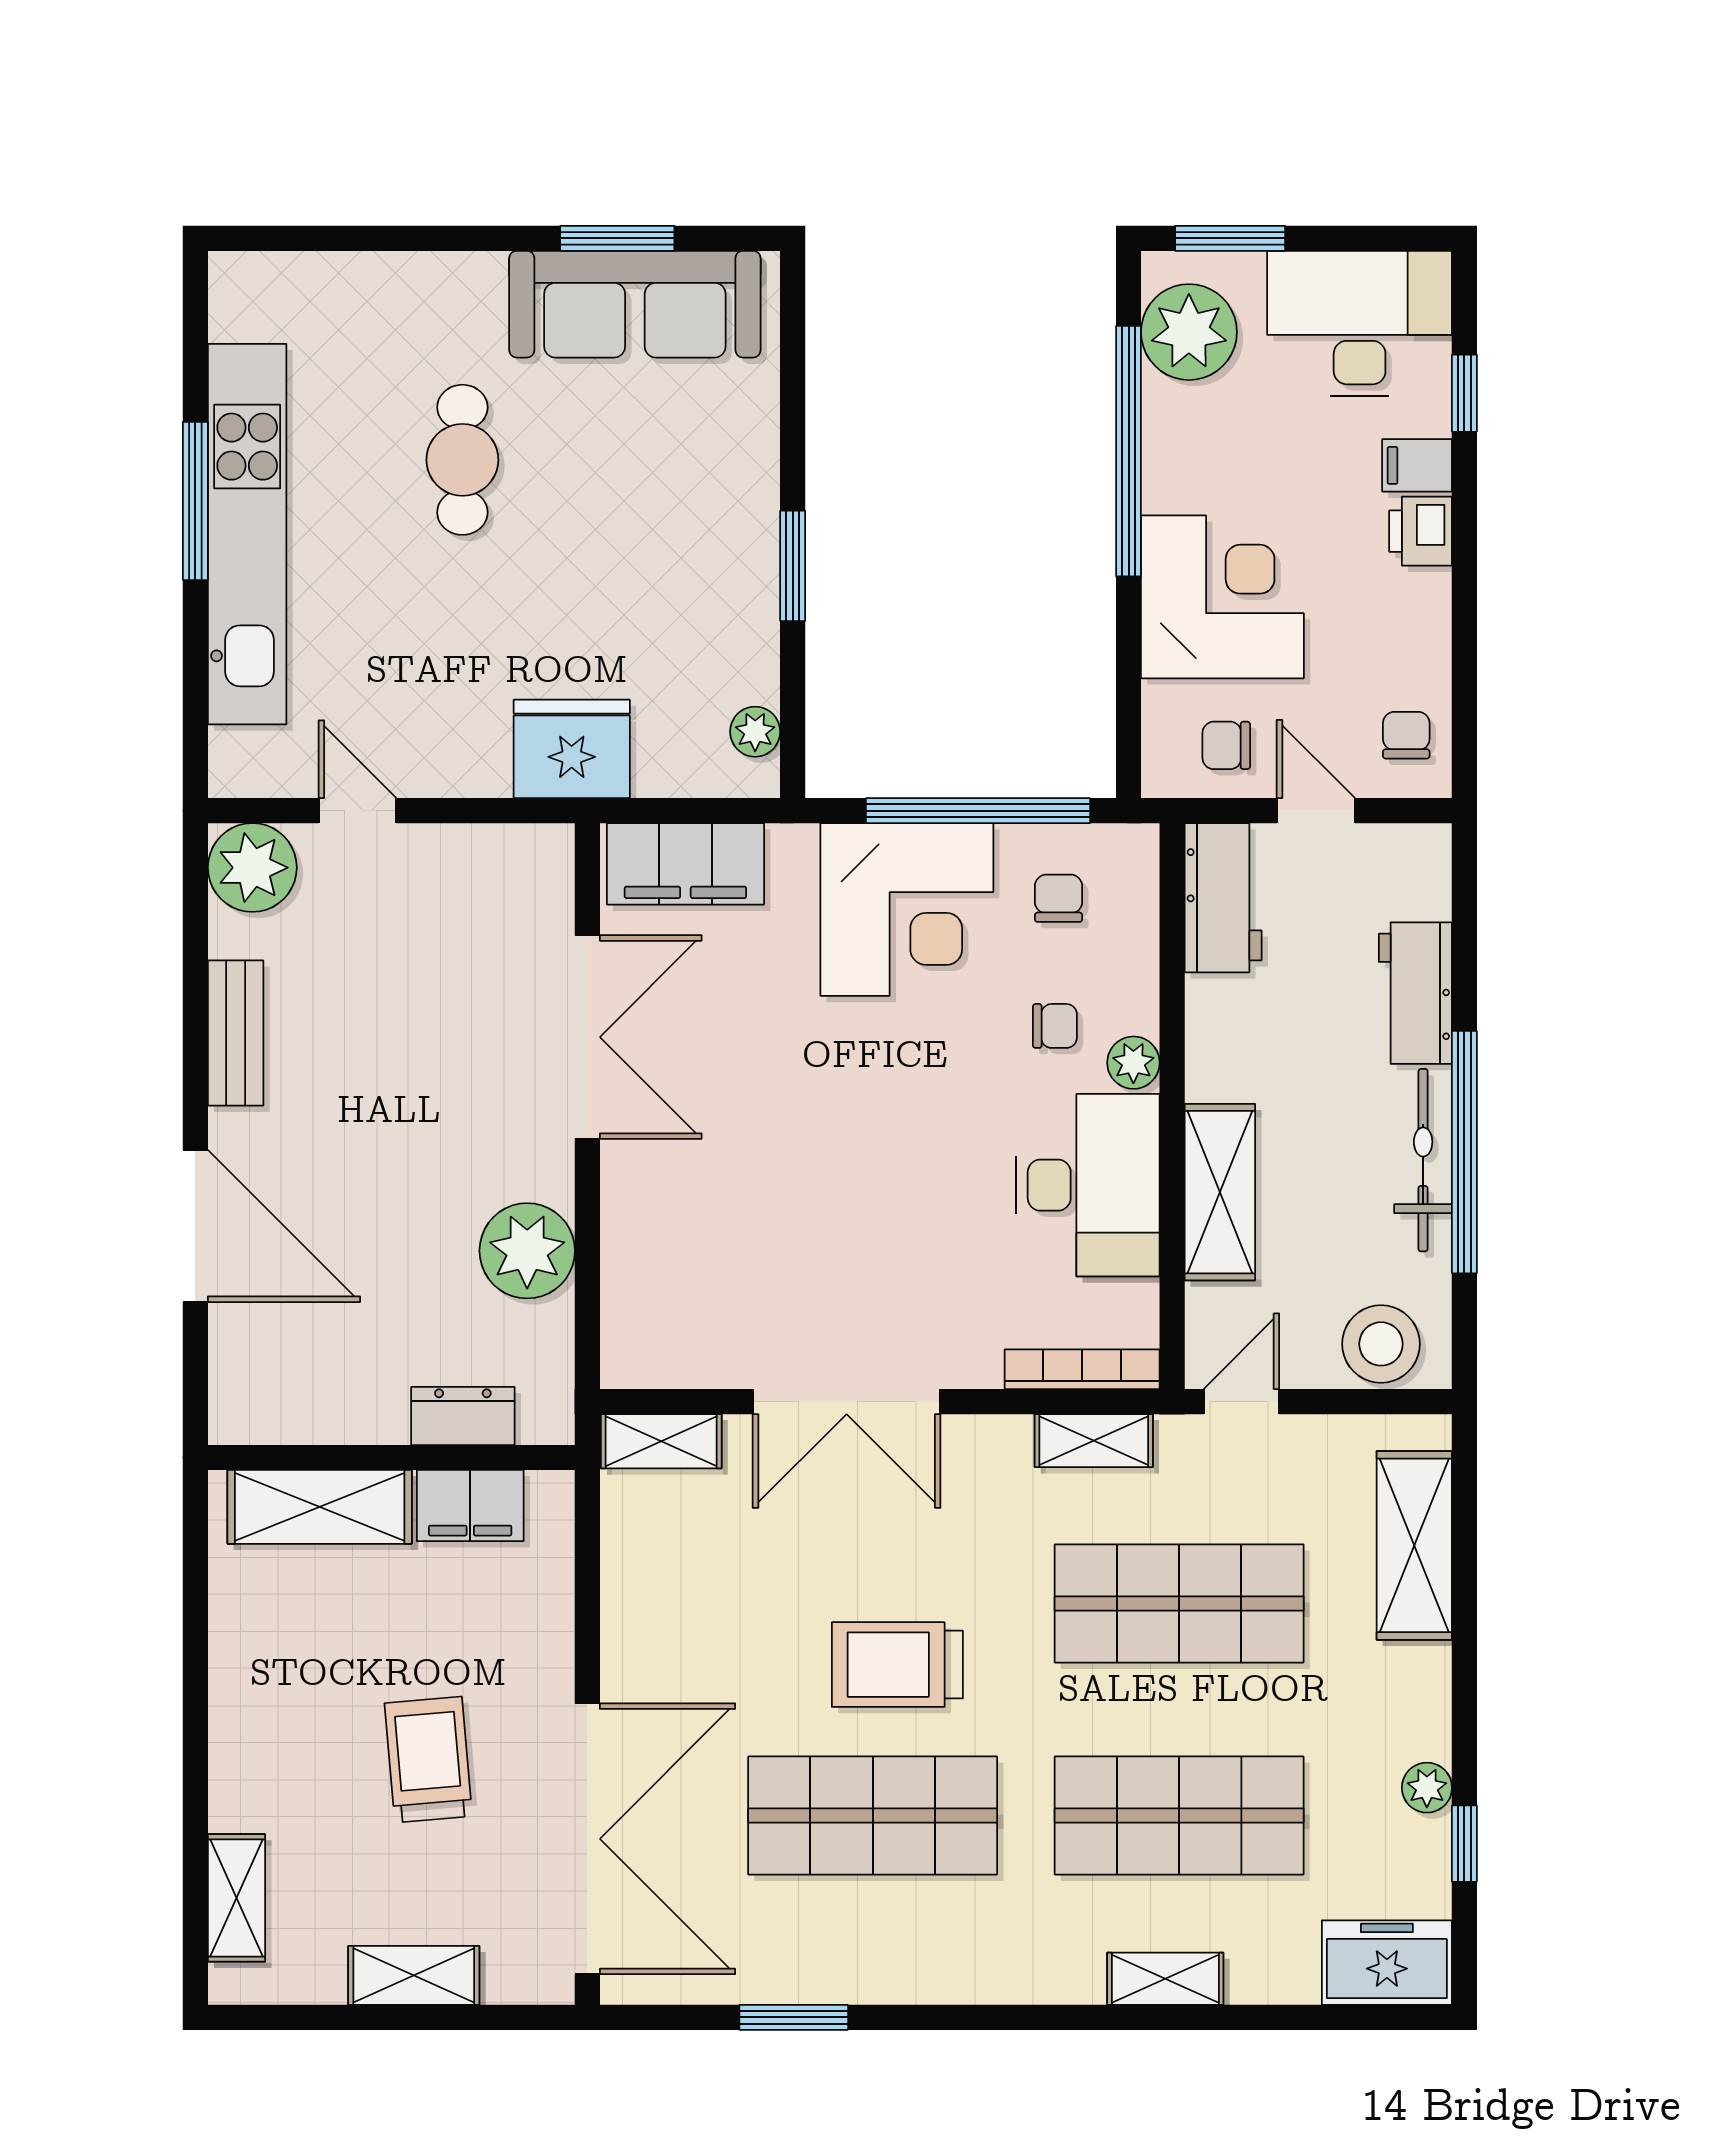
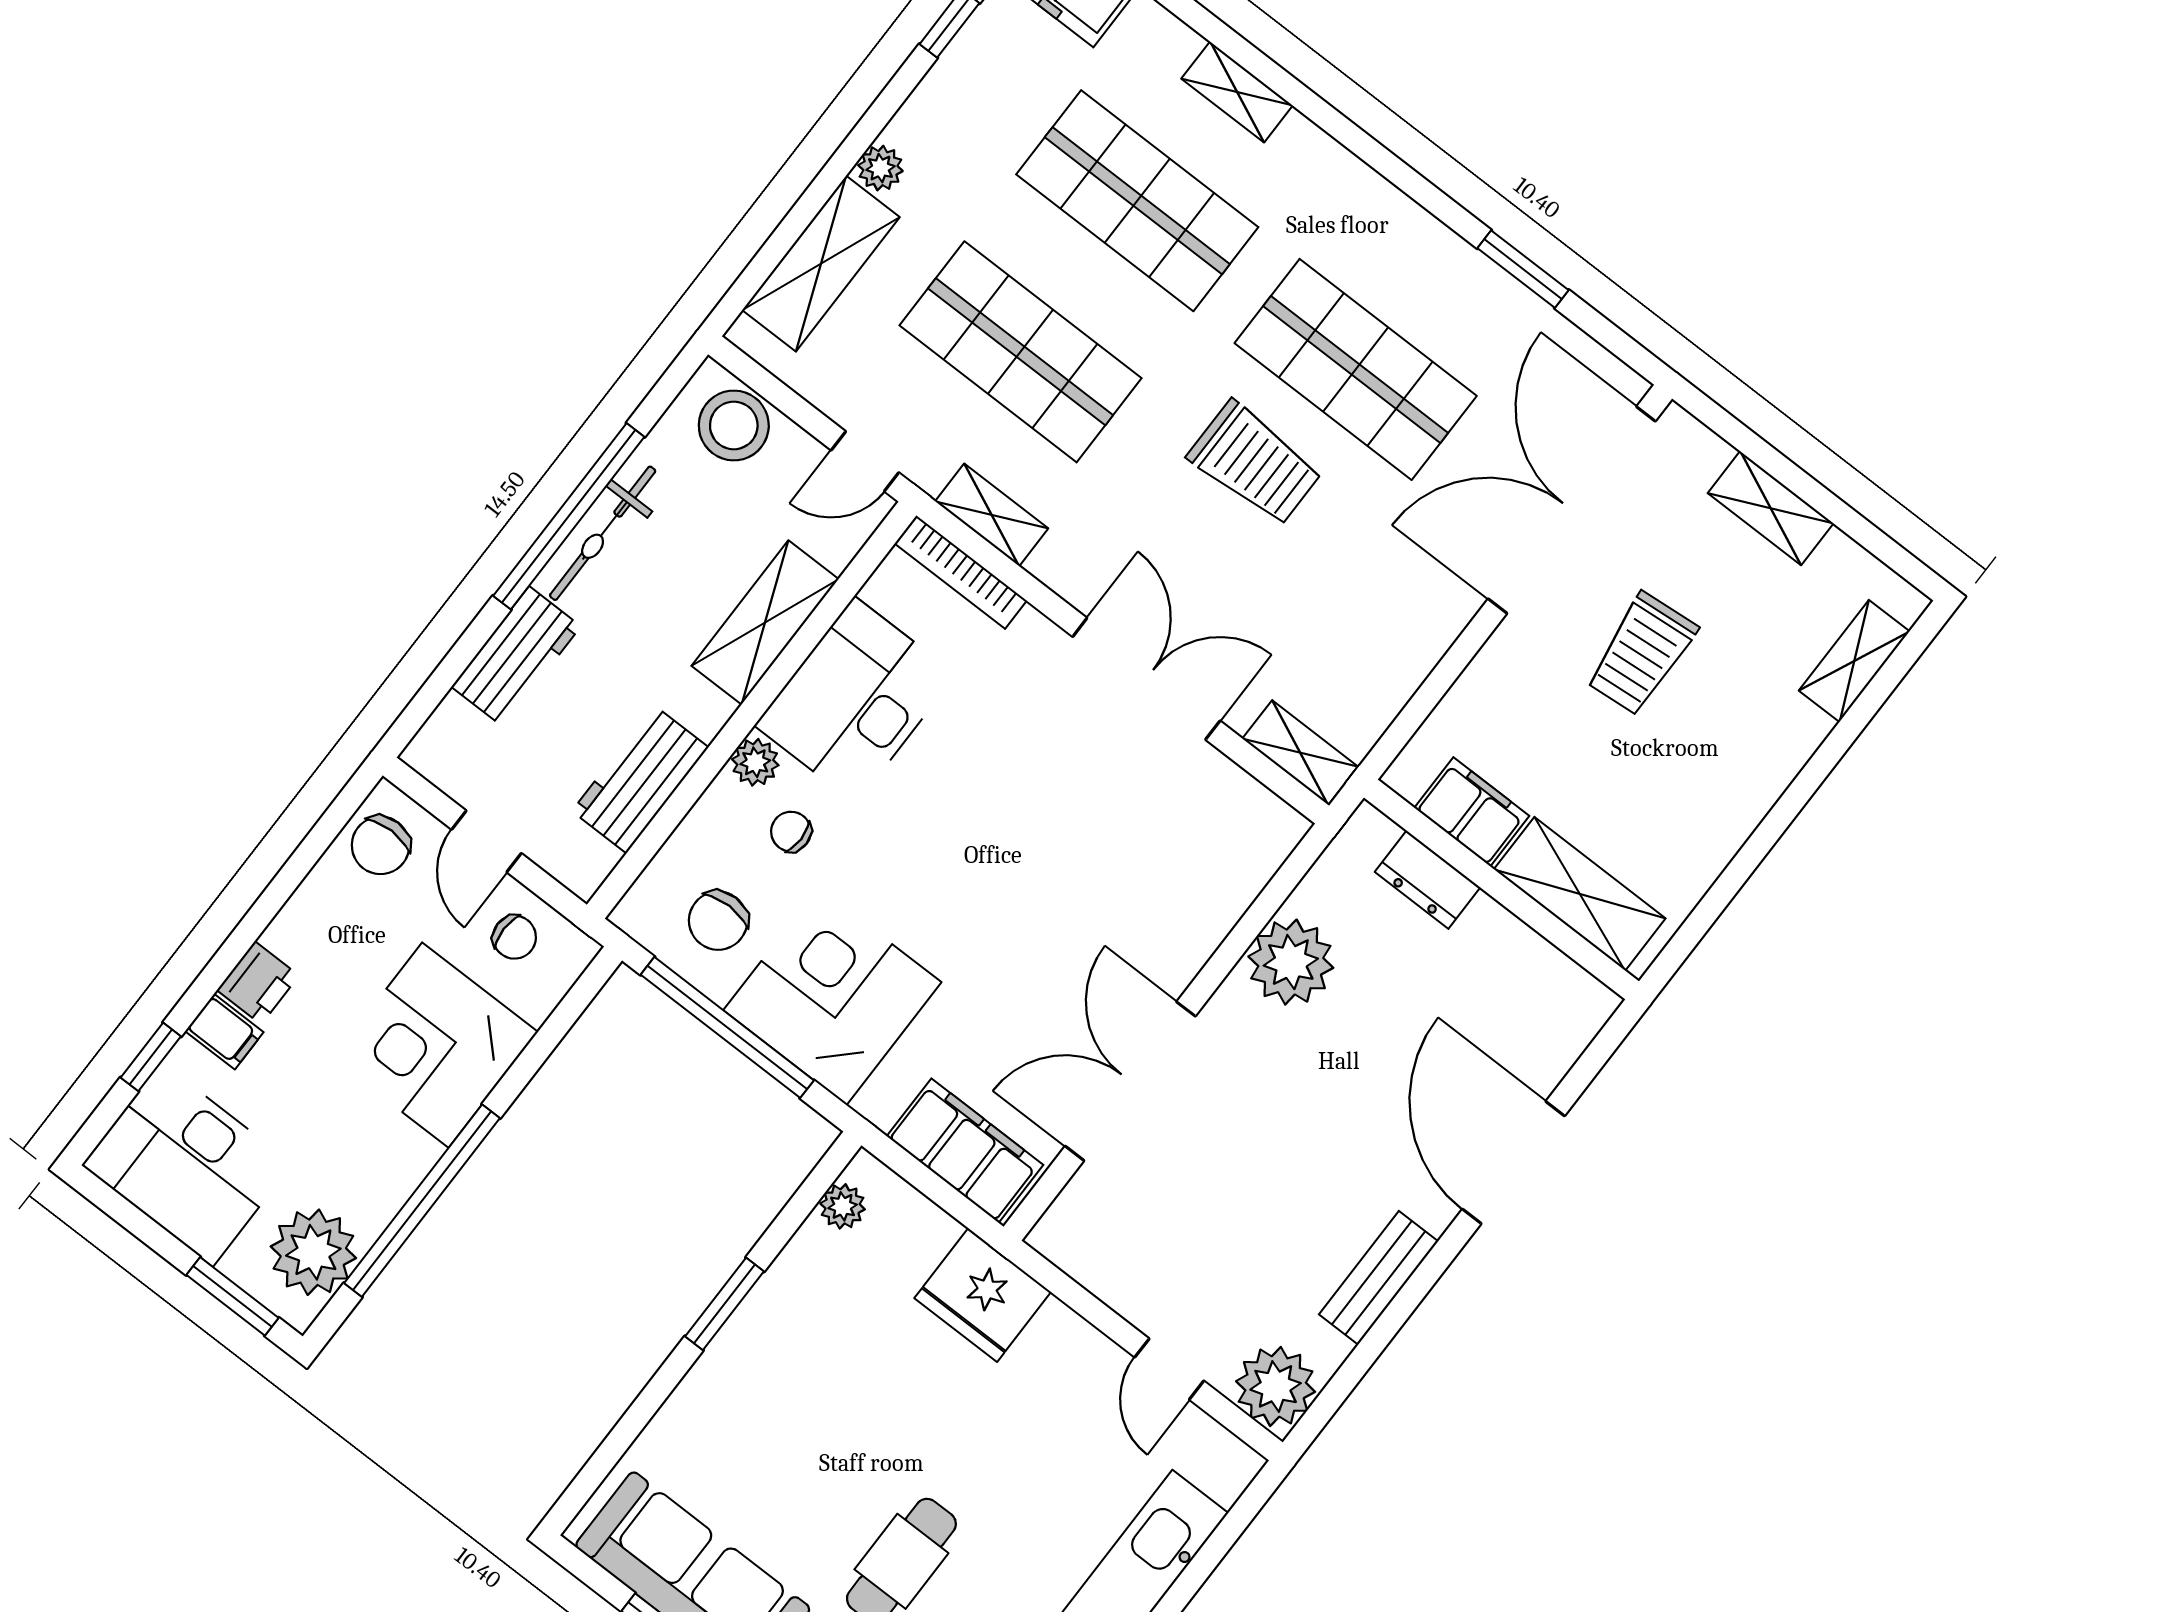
chair: (1406, 735) -> (381, 845), width x1.37, depth x1.37
chair: (1059, 898) -> (718, 921), width x1.37, depth x1.37
workbench: (1223, 898) -> (640, 779), moved
plant: (1427, 1788) -> (880, 168), moved

